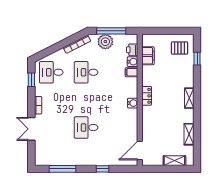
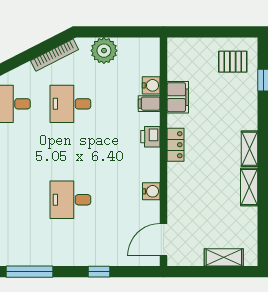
window: (111, 31) -> (114, 32), removed
printer: (132, 50) -> (150, 137), moved
filing cabinet: (148, 56) -> (178, 97), moved
water cooler: (133, 103) -> (151, 191), moved
shelving: (189, 134) -> (249, 187), moved

